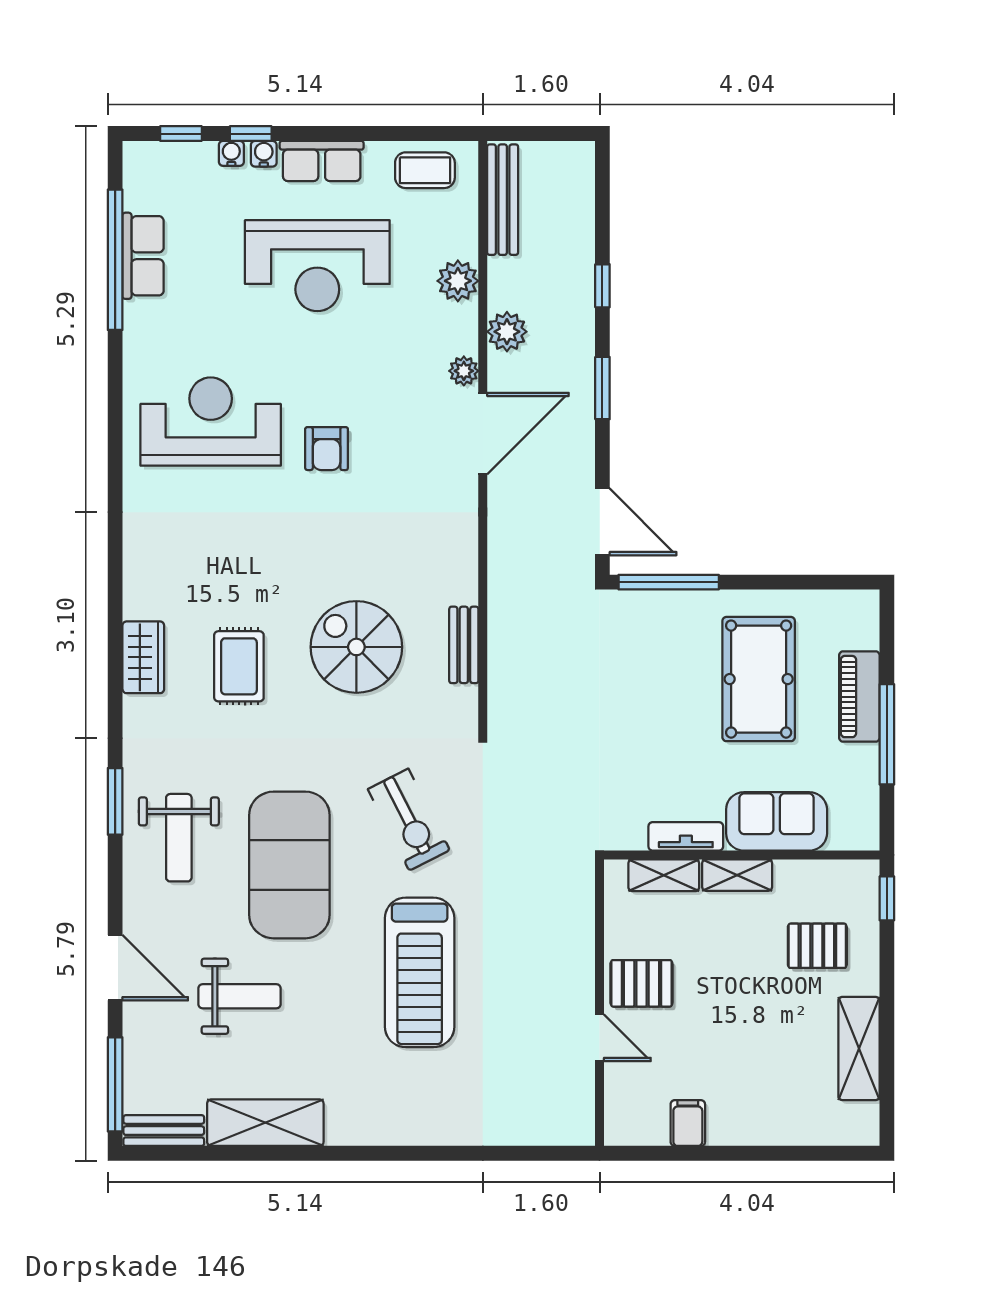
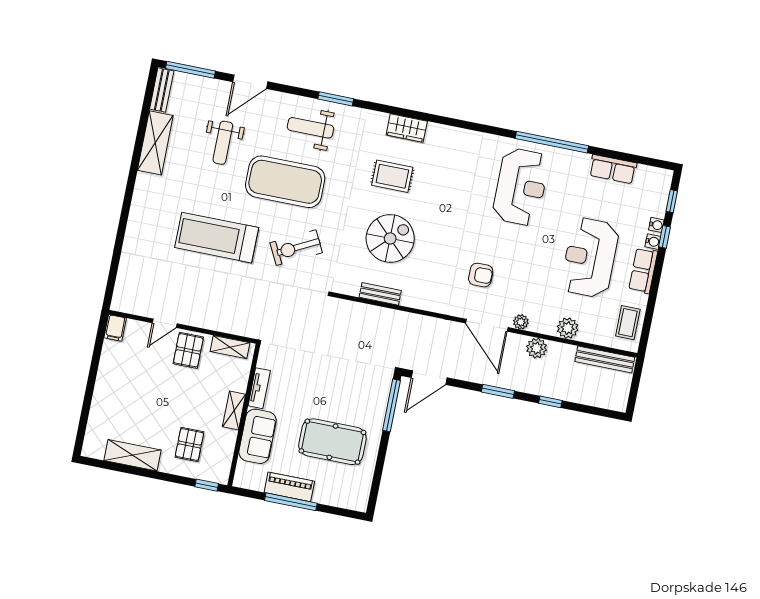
window: (115, 260) -> (552, 142), moved
armchair: (327, 449) -> (481, 275), moved, turned 180
piano: (859, 697) -> (289, 487), moved
shelving: (664, 875) -> (230, 347), moved, turned 90
filing cabinet: (688, 1123) -> (115, 328), moved, turned 90

